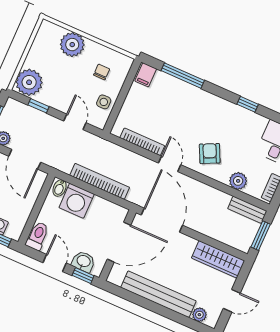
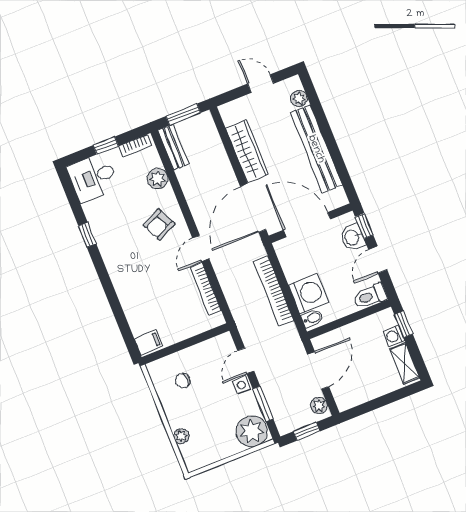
plant: (72, 45) -> (181, 436), width x0.53, depth x0.53
window: (183, 76) -> (118, 312), removed
side table: (104, 102) -> (241, 385), moved
window: (39, 106) -> (263, 404), width x1.50
wardrobe: (218, 259) -> (247, 151), moved

